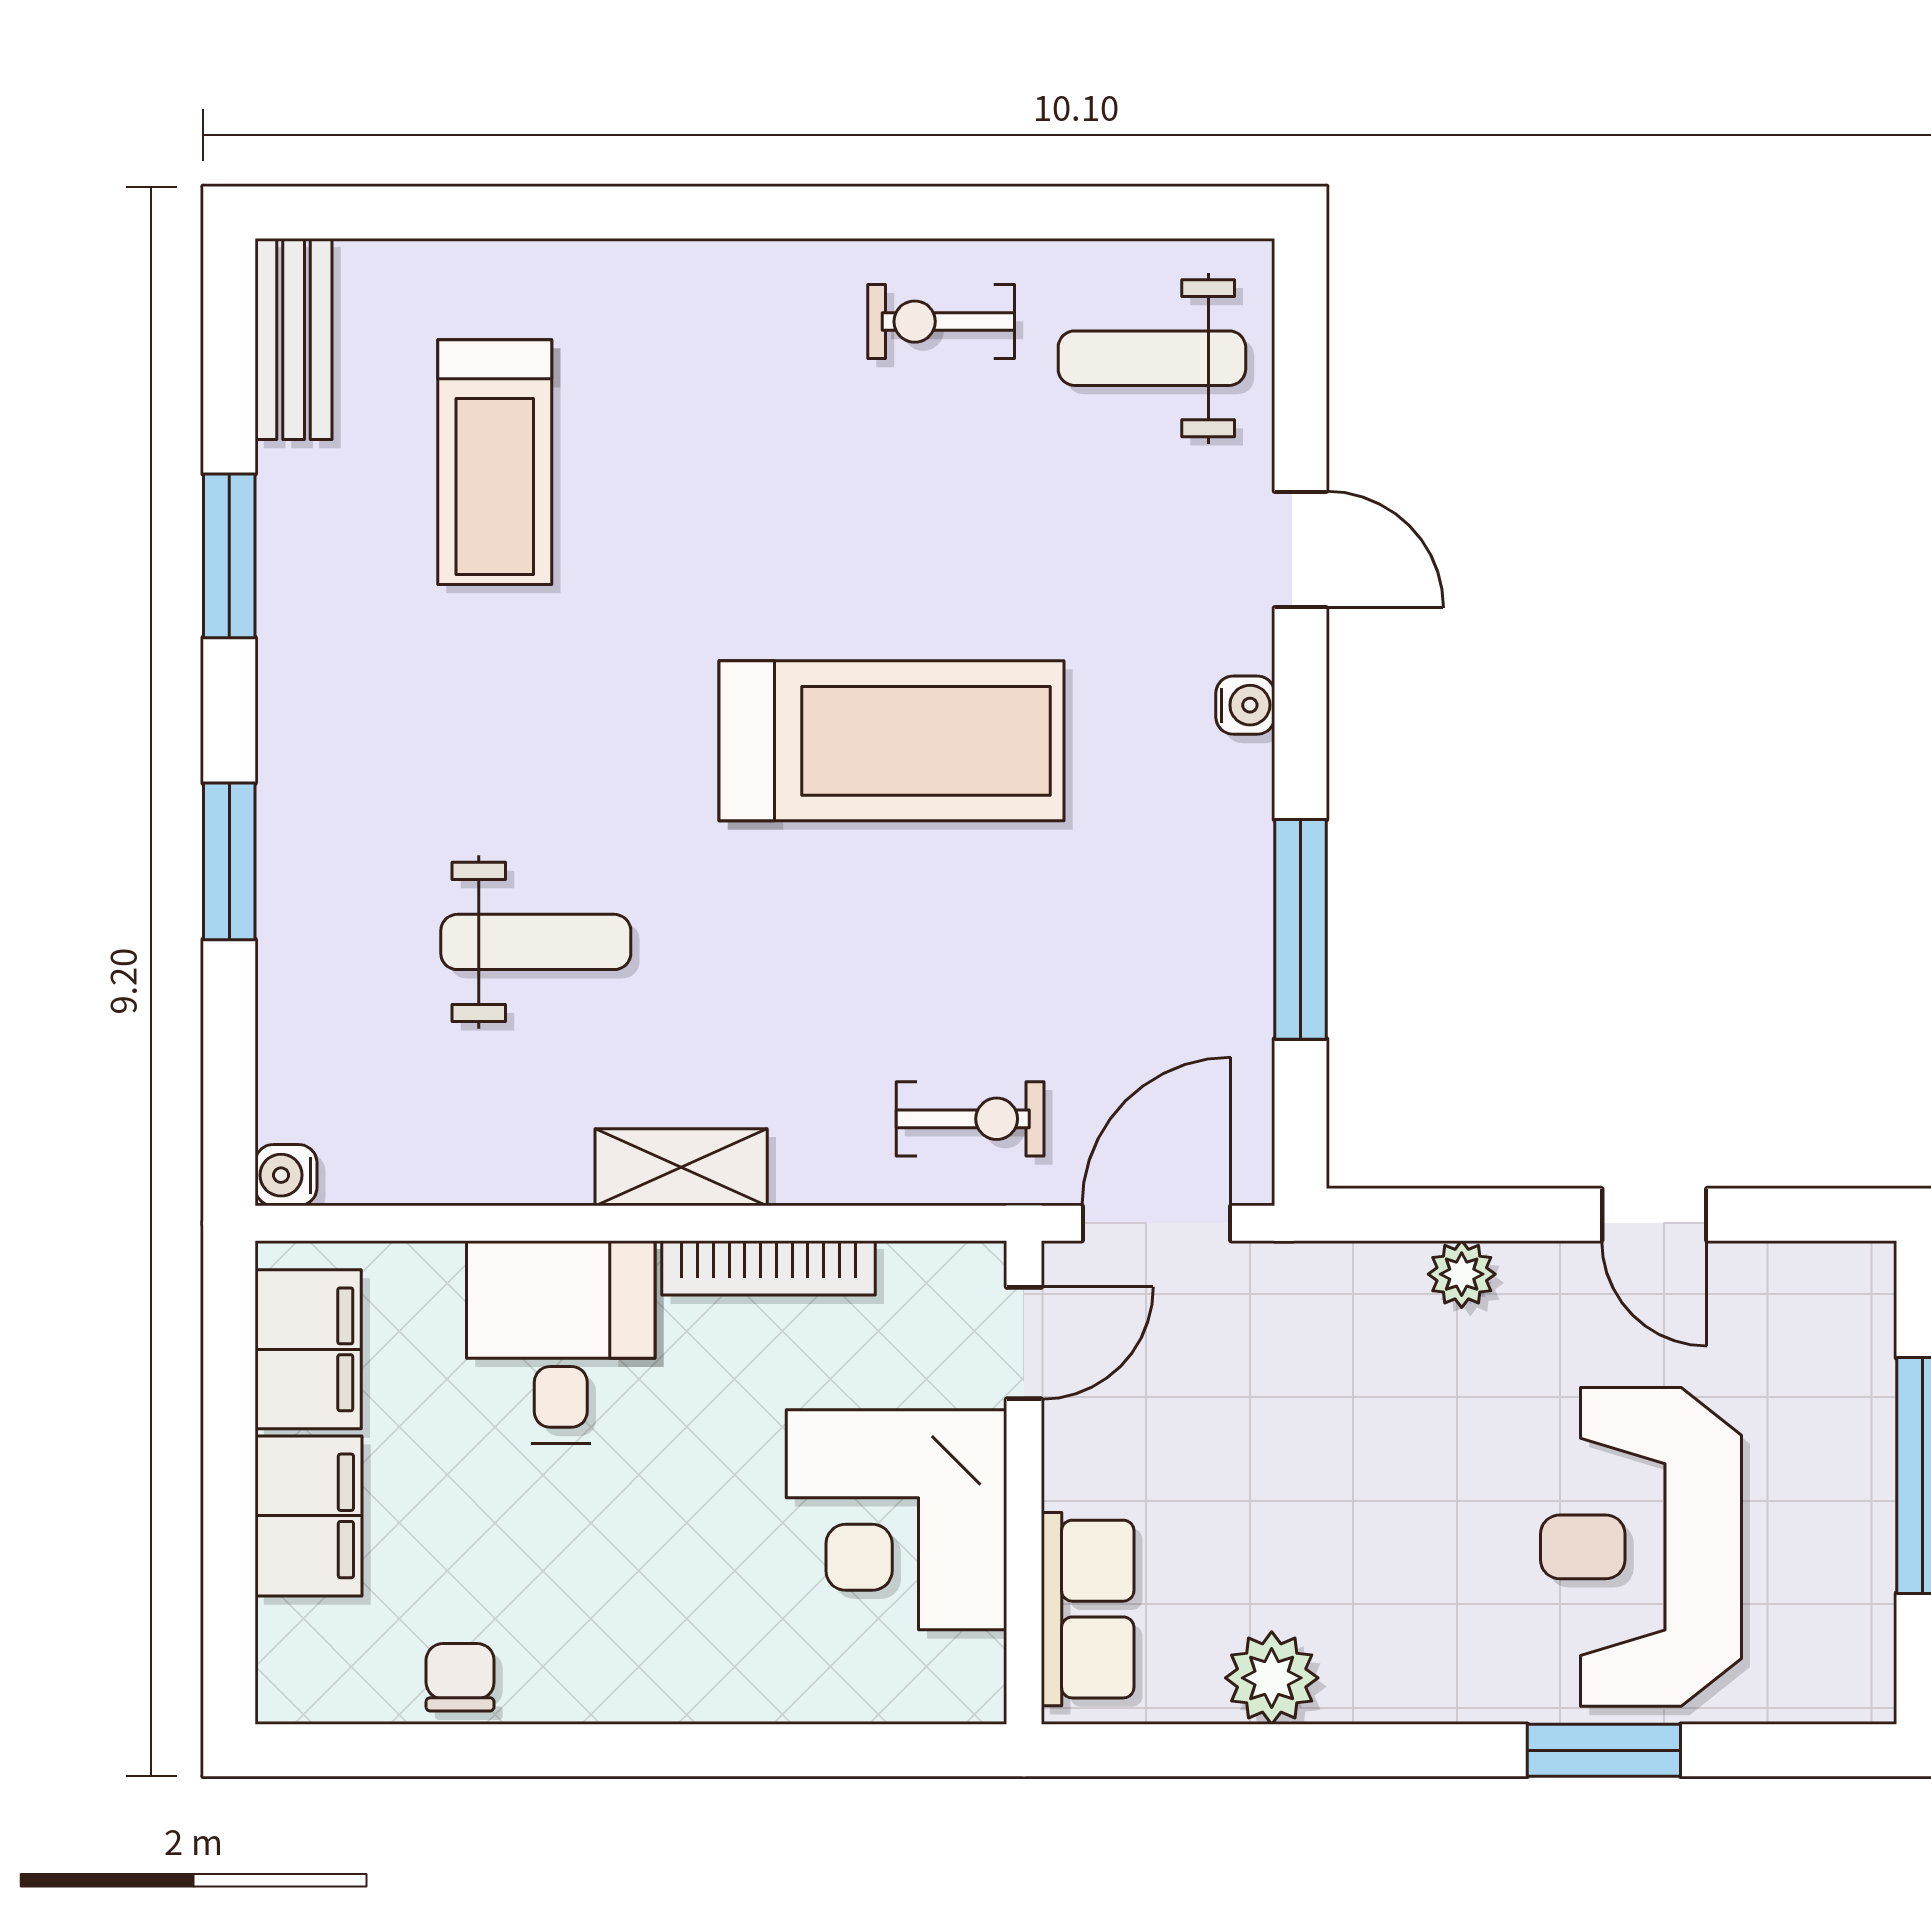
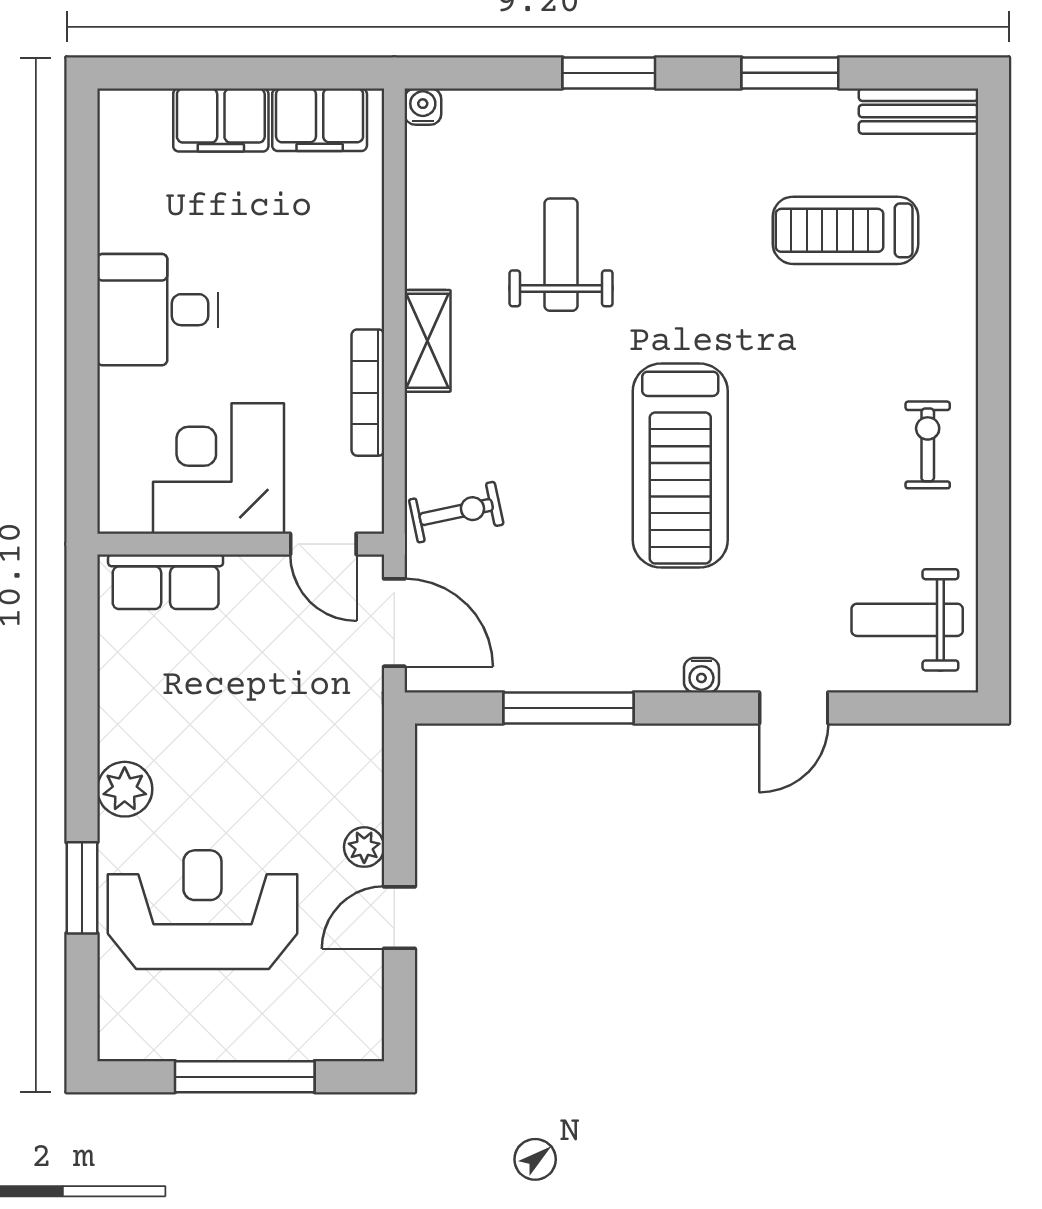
exercise bike: (941, 322) -> (928, 445), moved
weight bench: (1152, 358) -> (907, 620), turned -90
weight bench: (536, 942) -> (561, 255), turned 180
exercise bike: (970, 1119) -> (456, 512), turned -102
plant: (1462, 1274) -> (364, 847), moved
desk: (561, 1342) -> (157, 310), moved, turned 180
chair: (460, 1677) -> (125, 210), removed
plant: (1272, 1678) -> (125, 789), moved

